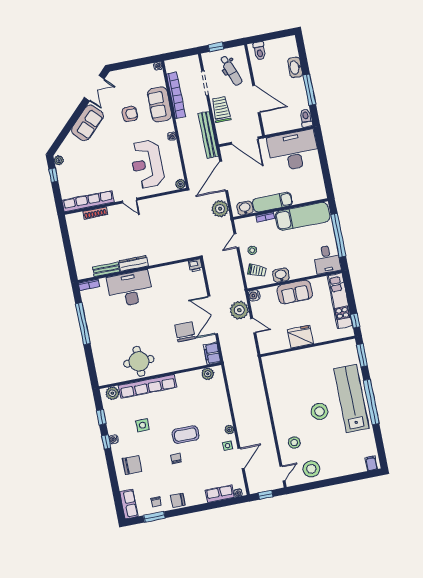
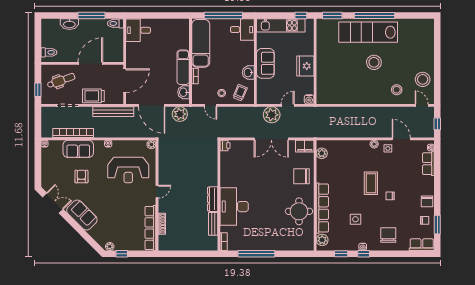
desk: (293, 151) -> (138, 30), width x0.53, depth x0.77
water cooler: (254, 295) -> (309, 99), moved
chair: (185, 332) -> (301, 176), moved
filing cabinet: (371, 463) -> (428, 26), removed

